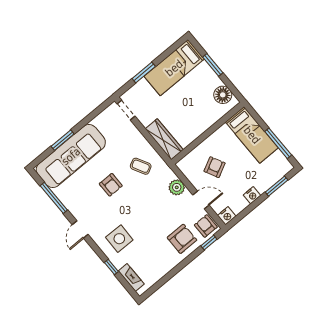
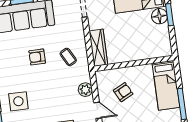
floor lamp: (223, 95) -> (159, 16), moved
armchair: (111, 185) -> (37, 57), turned 90

